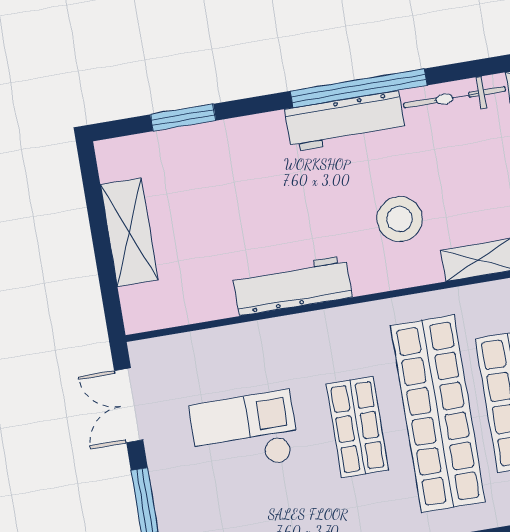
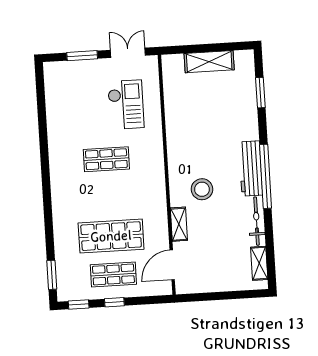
workbench: (292, 285) -> (176, 136), removed
shop shelf: (438, 414) -> (109, 198), removed
checkout: (245, 432) -> (126, 105), moved

